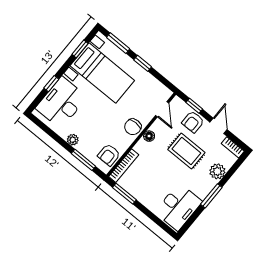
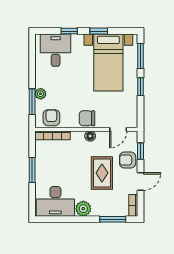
window: (80, 49) -> (99, 31), moved
desk: (61, 103) -> (56, 50), width x0.73
plant: (73, 140) -> (41, 94), moved
armchair: (109, 155) -> (51, 118), turned 90
plant: (217, 171) -> (83, 209), moved
window: (124, 194) -> (32, 170), moved
window: (211, 196) -> (113, 219), moved

